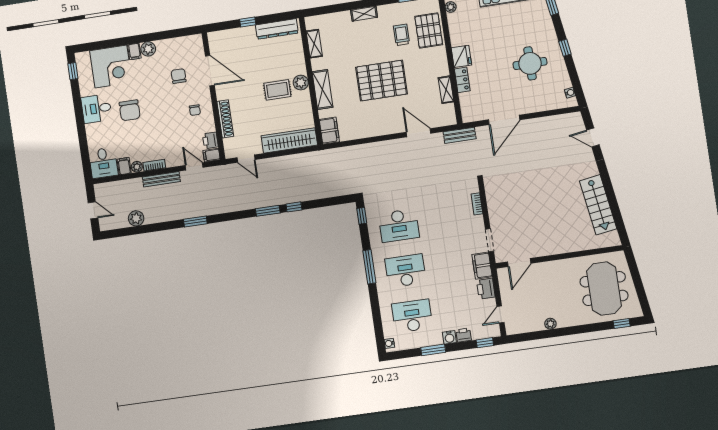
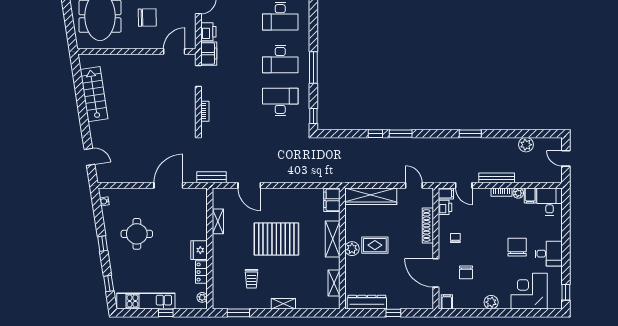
pallet: (429, 30) -> (226, 279), removed
filing cabinet: (134, 51) -> (447, 302), moved
locker: (462, 80) -> (201, 272), moved
chair: (553, 294) -> (147, 18), added

